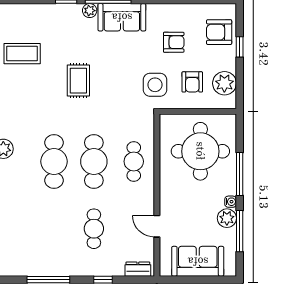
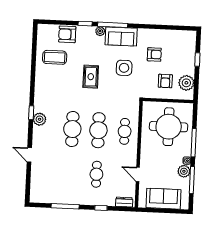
armchair: (219, 32) -> (67, 34), moved
side table: (155, 85) -> (124, 68), moved

